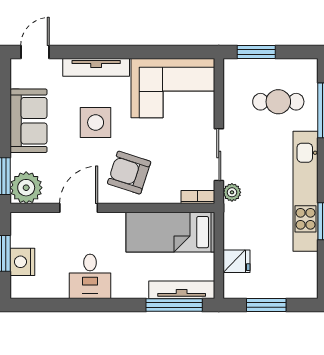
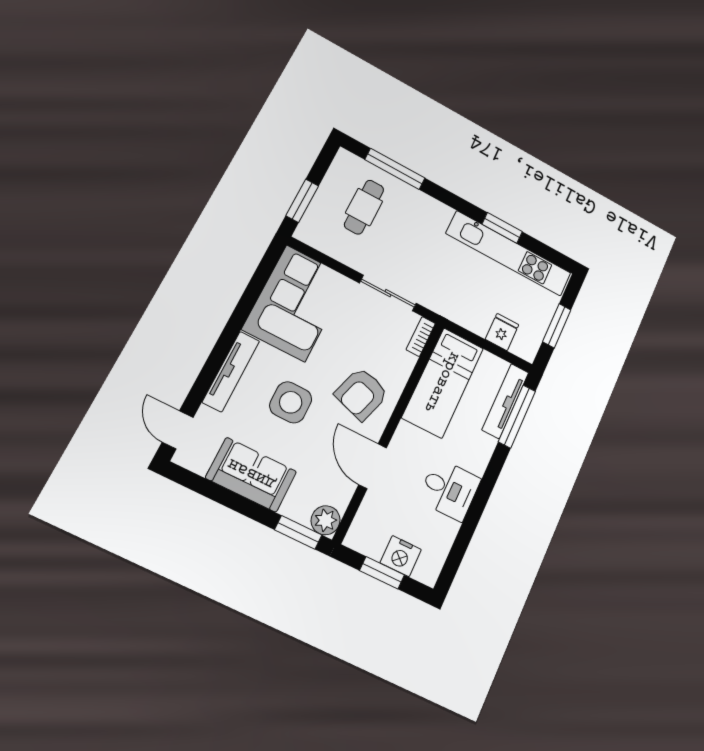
plant: (26, 188) -> (326, 520), width x0.73, depth x0.73
kitchen unit: (305, 191) -> (509, 253), moved
plant: (232, 192) -> (432, 300), removed

